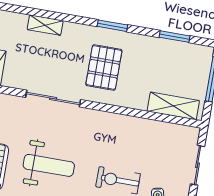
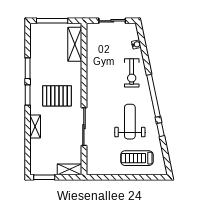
shelving: (45, 25) -> (35, 126), moved
window: (174, 37) -> (28, 68), moved

